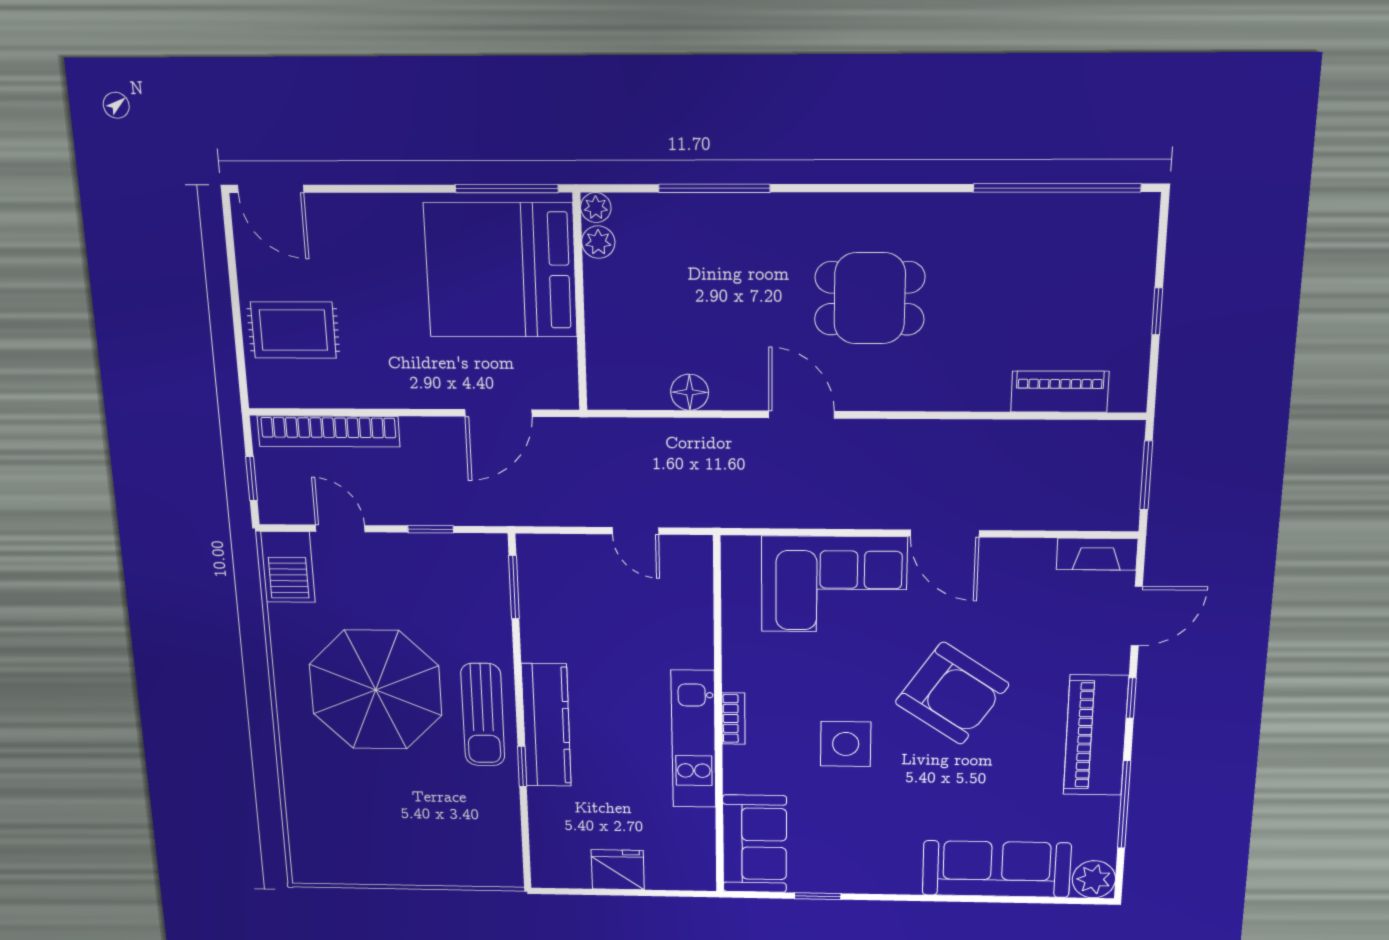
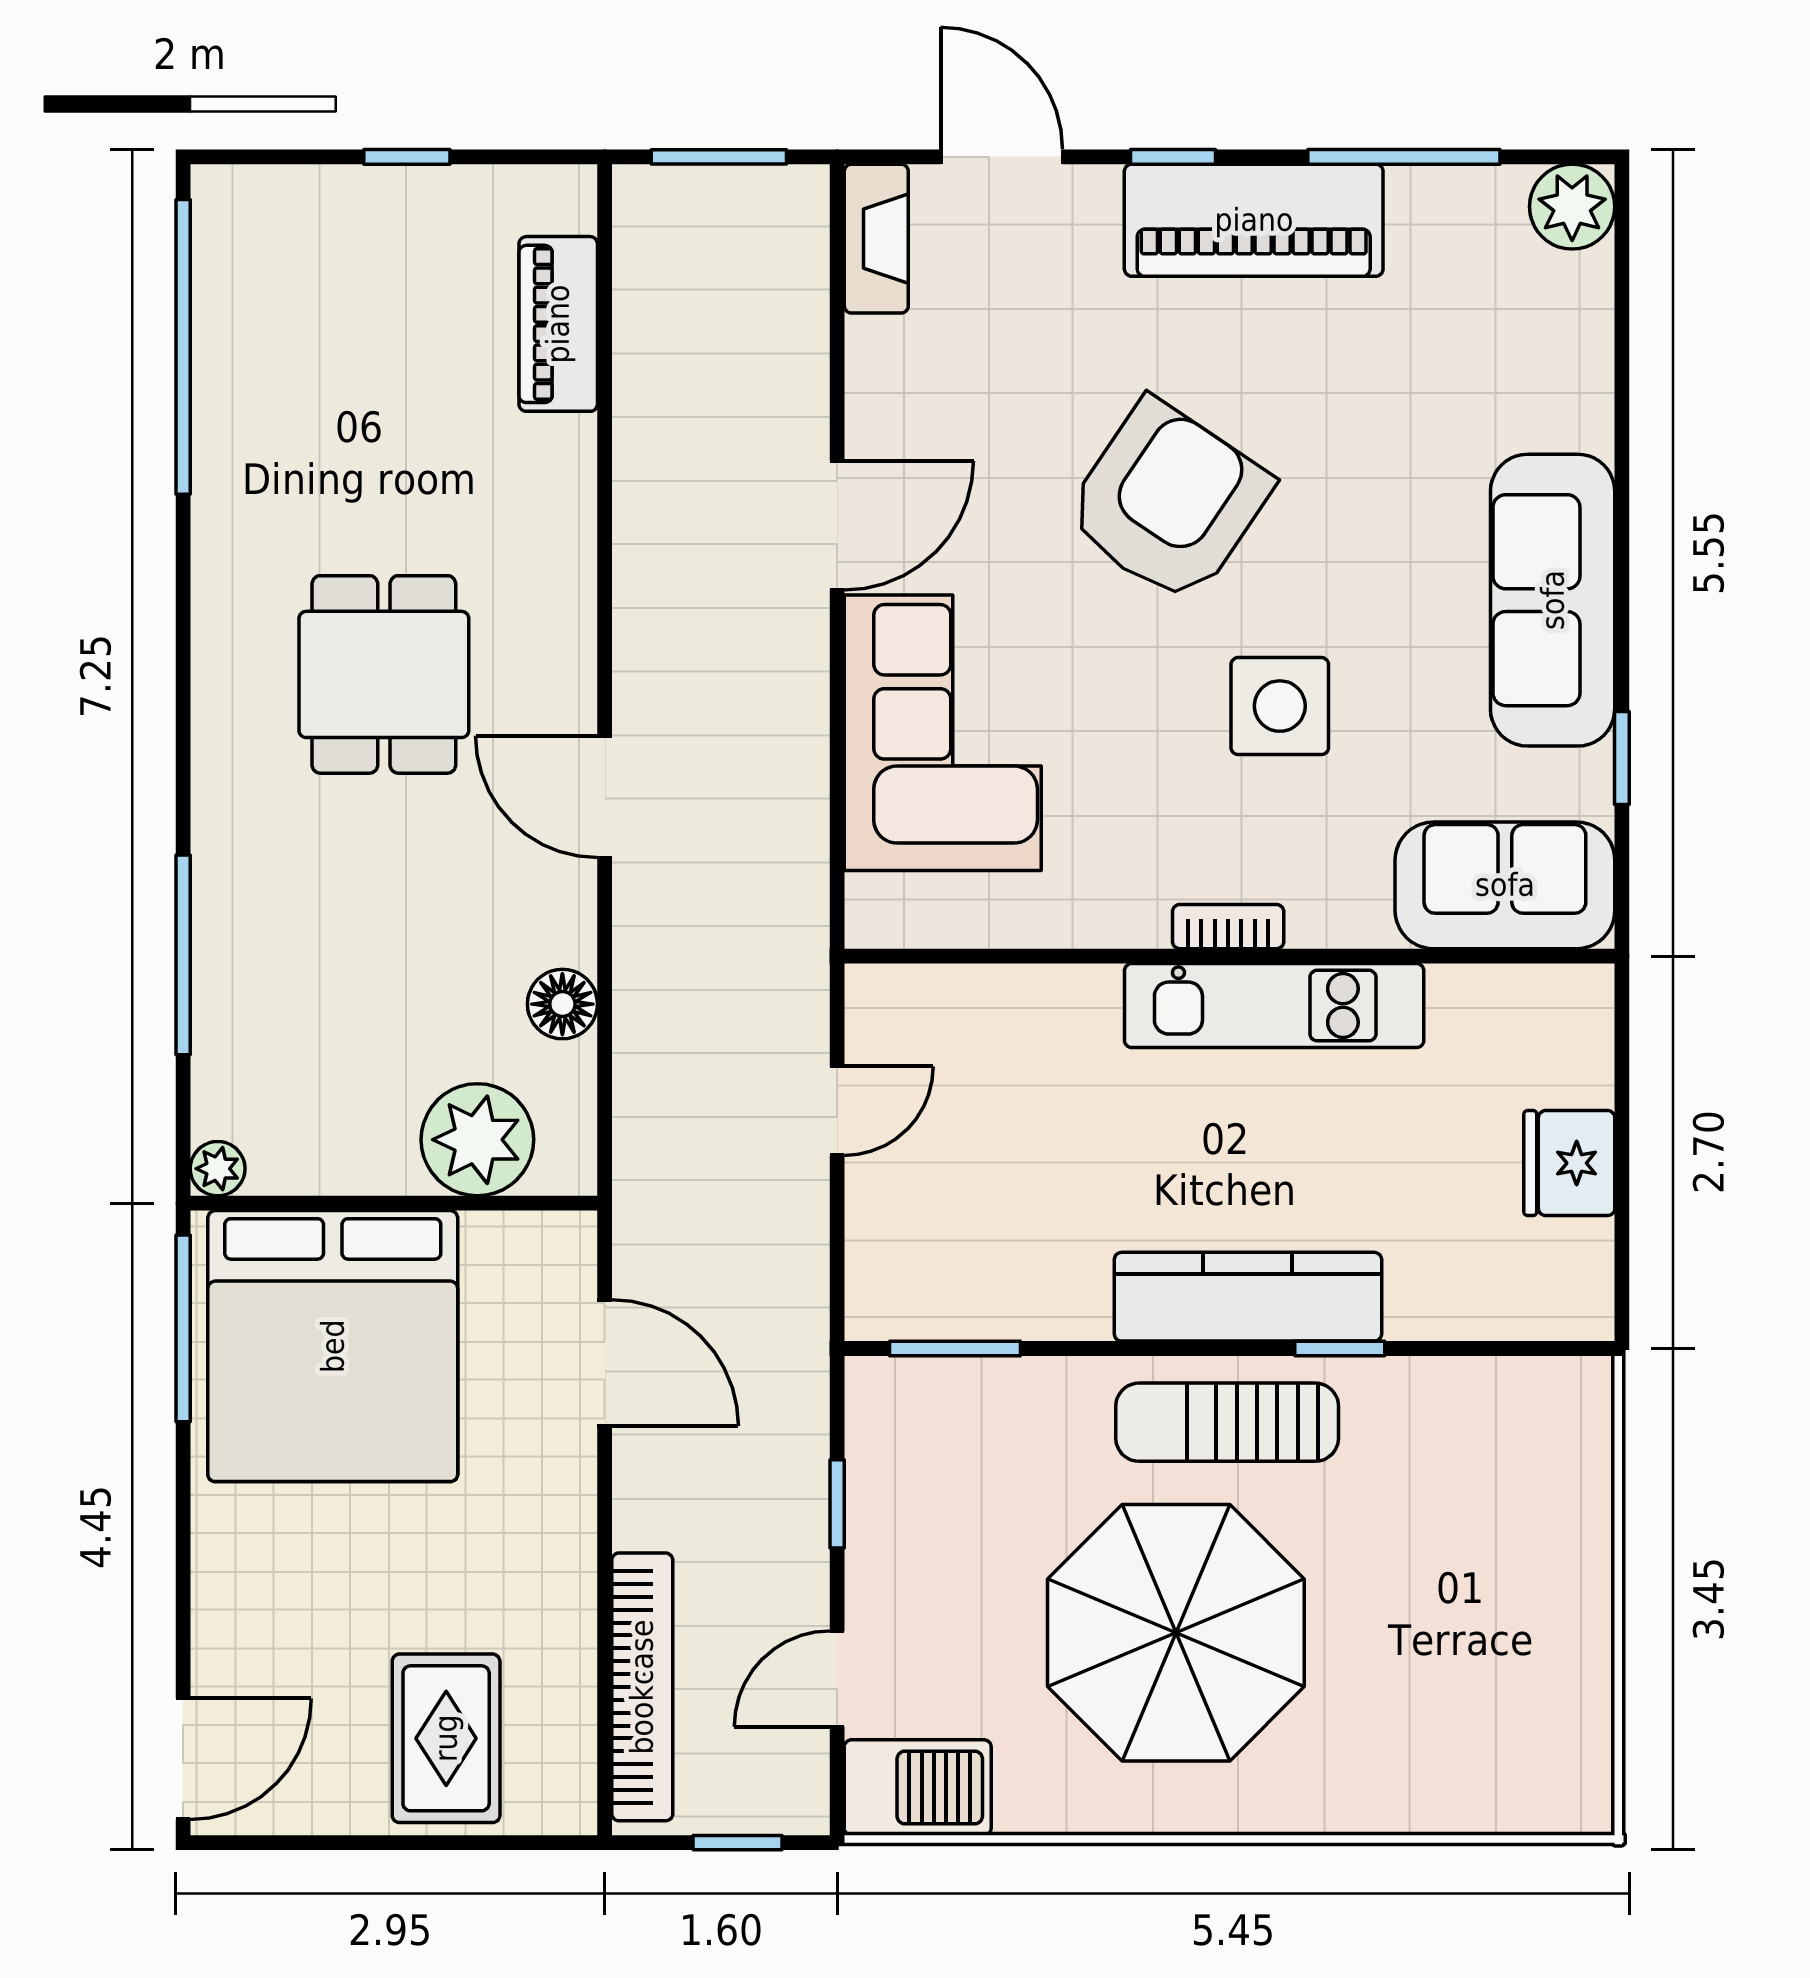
plant: (598, 242) -> (477, 1140), moved, width x1.87, depth x1.87
door: (801, 415) -> (605, 797), hinge flipped
sun lounger: (483, 715) -> (1227, 1422), turned 180
sofa: (996, 869) -> (1553, 600), moved

